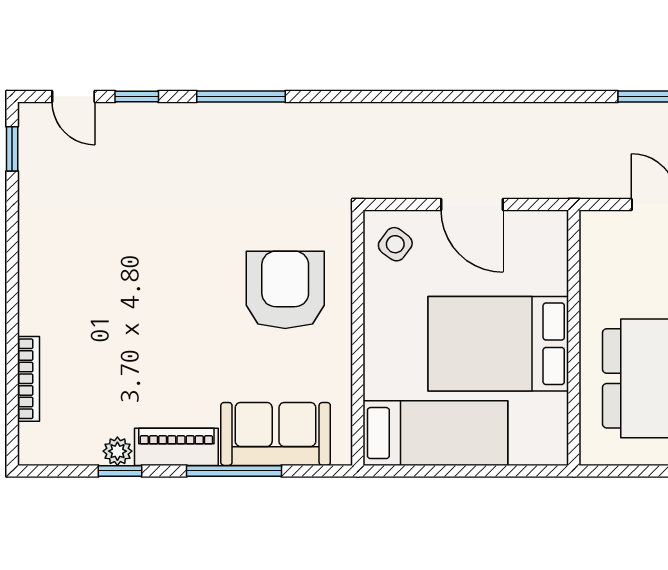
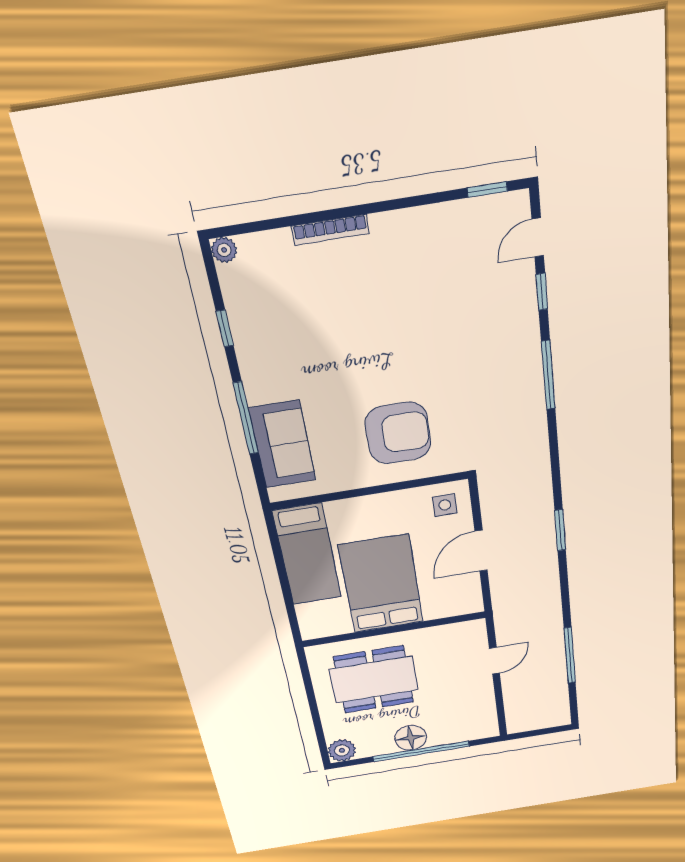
window: (460, 96) -> (560, 530), added
side table: (395, 244) -> (445, 505), turned -37
bookcase: (28, 379) -> (330, 230), moved
piano: (176, 447) -> (255, 371), removed
plant: (117, 451) -> (224, 250), moved

